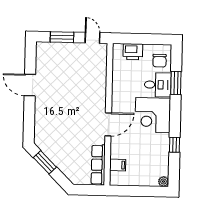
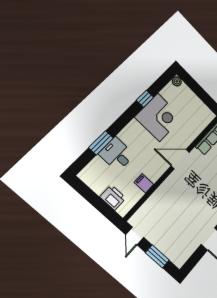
chair: (160, 61) -> (98, 172), removed
corner desk: (153, 115) -> (159, 117), moved
filing cabinet: (118, 165) -> (144, 183), moved

